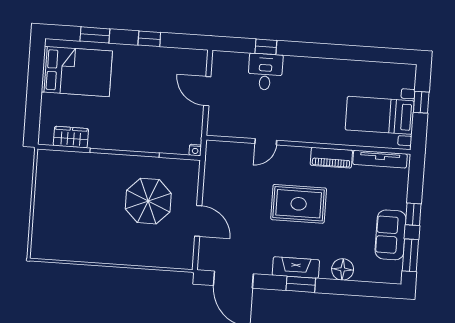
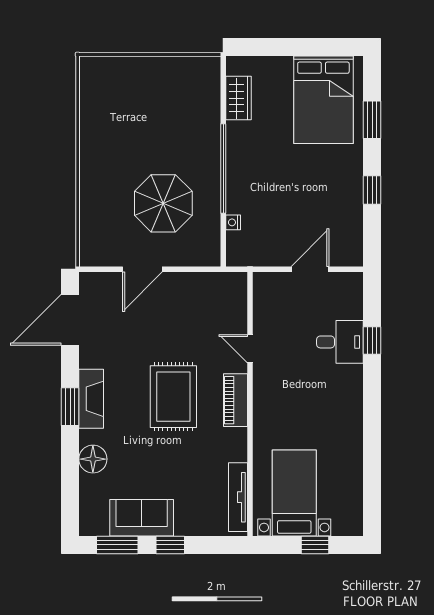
nightstand: (195, 150) -> (233, 222), moved
piano: (331, 158) -> (236, 400), moved

